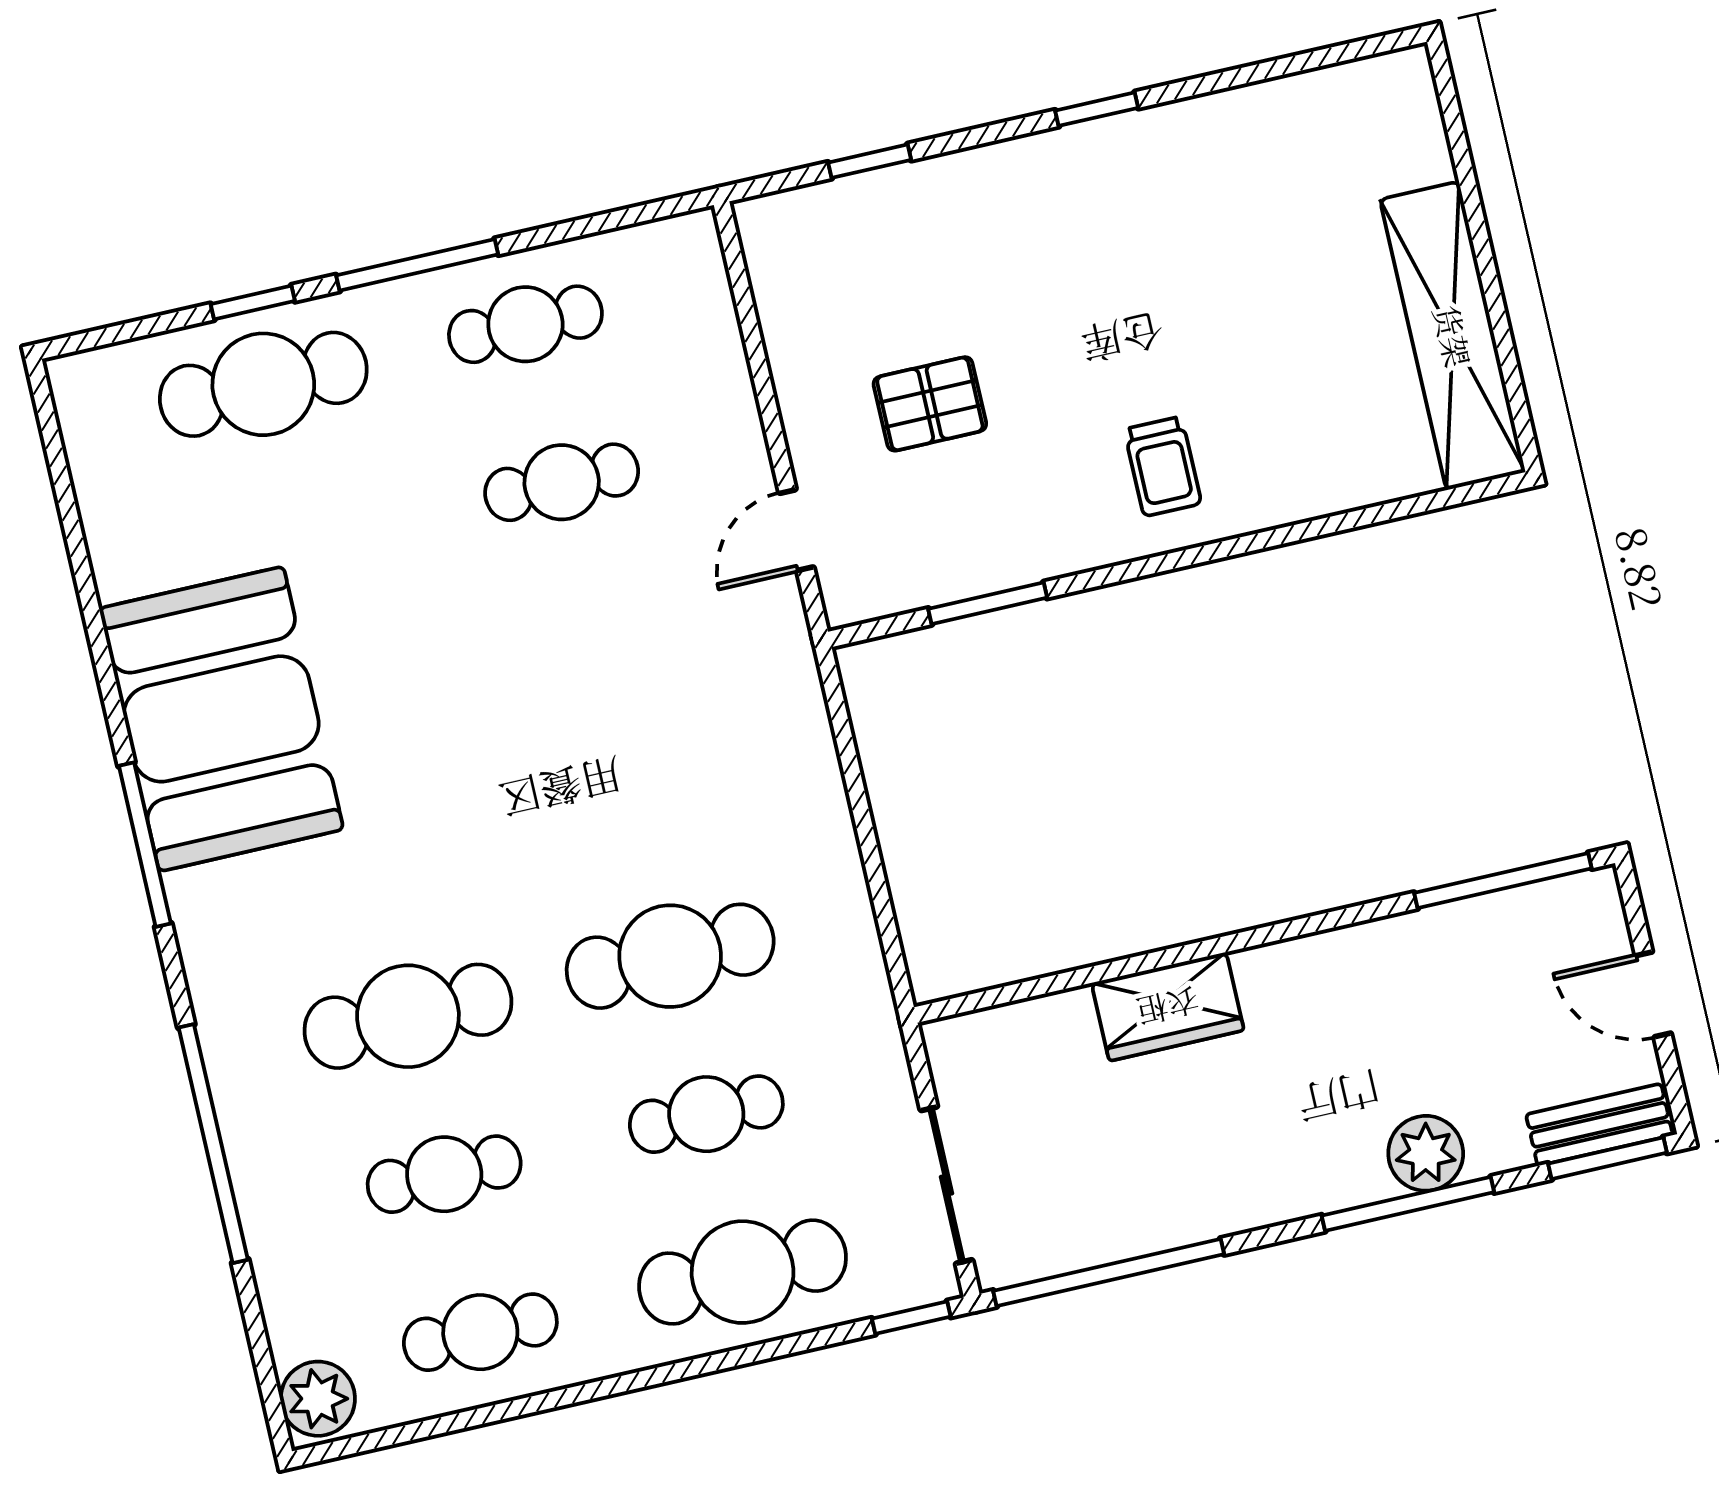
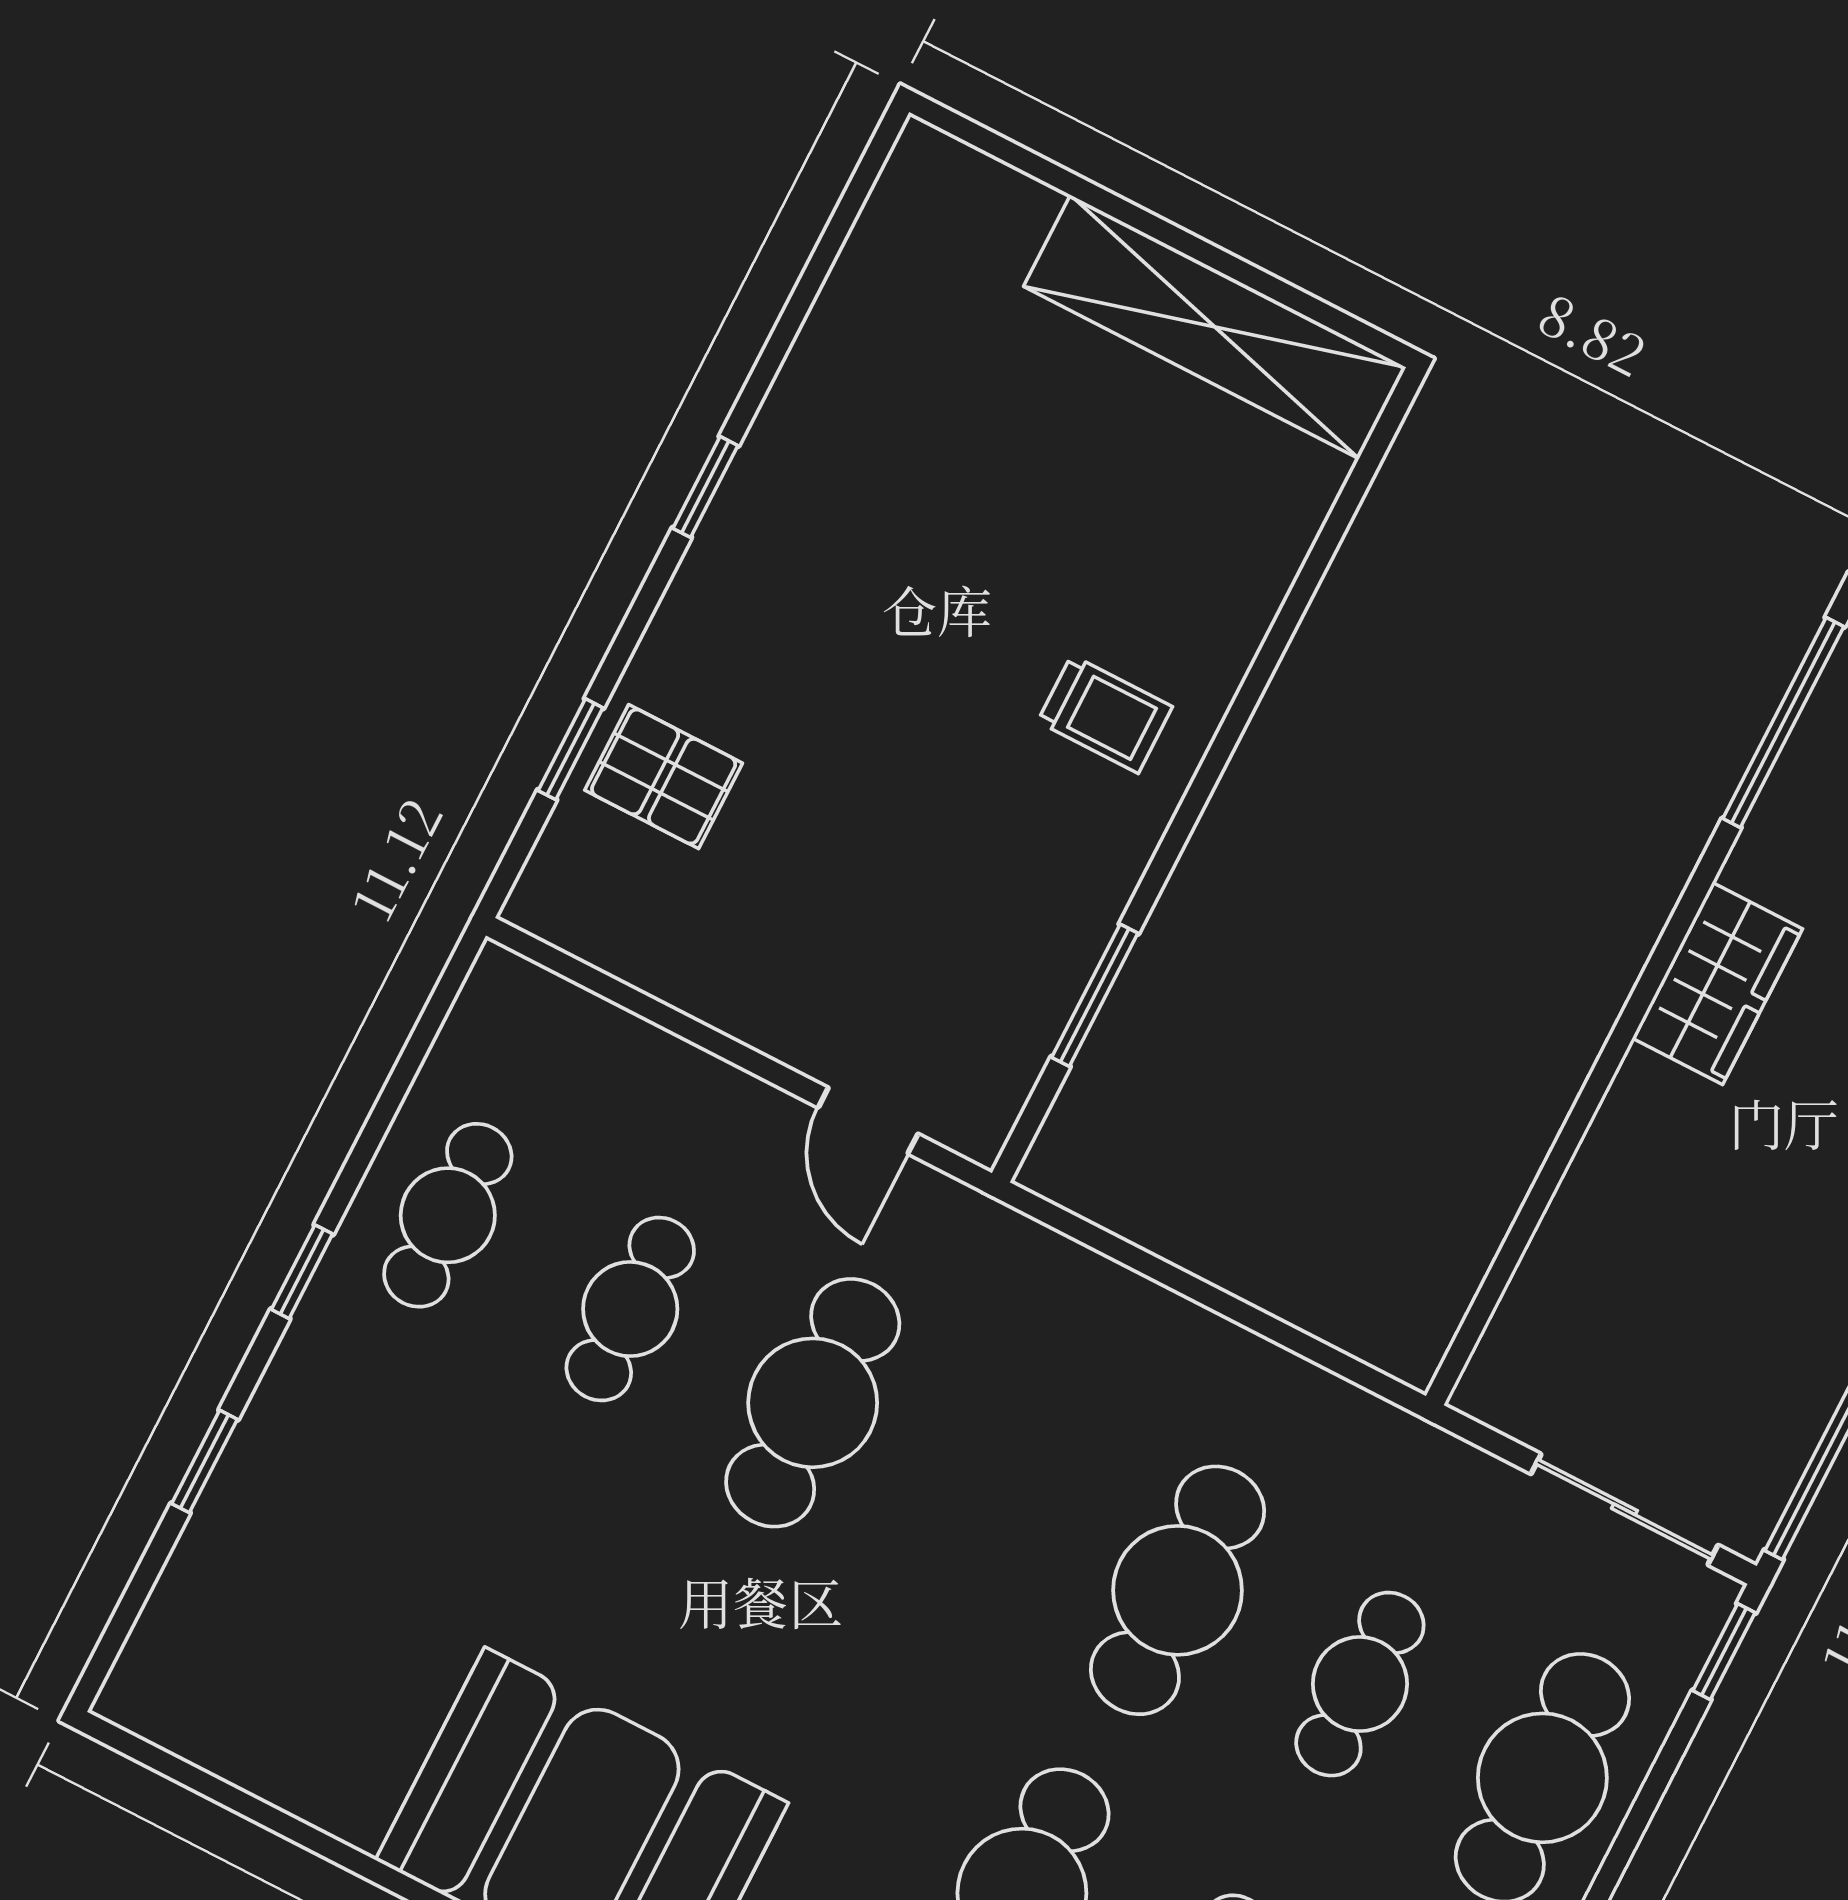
window: (417, 265) -> (302, 1272), width x0.46
cafe table: (263, 384) -> (813, 1403), moved
pallet: (930, 404) -> (664, 777), moved, turned 90
wardrobe: (1168, 1007) -> (1717, 983), moved

